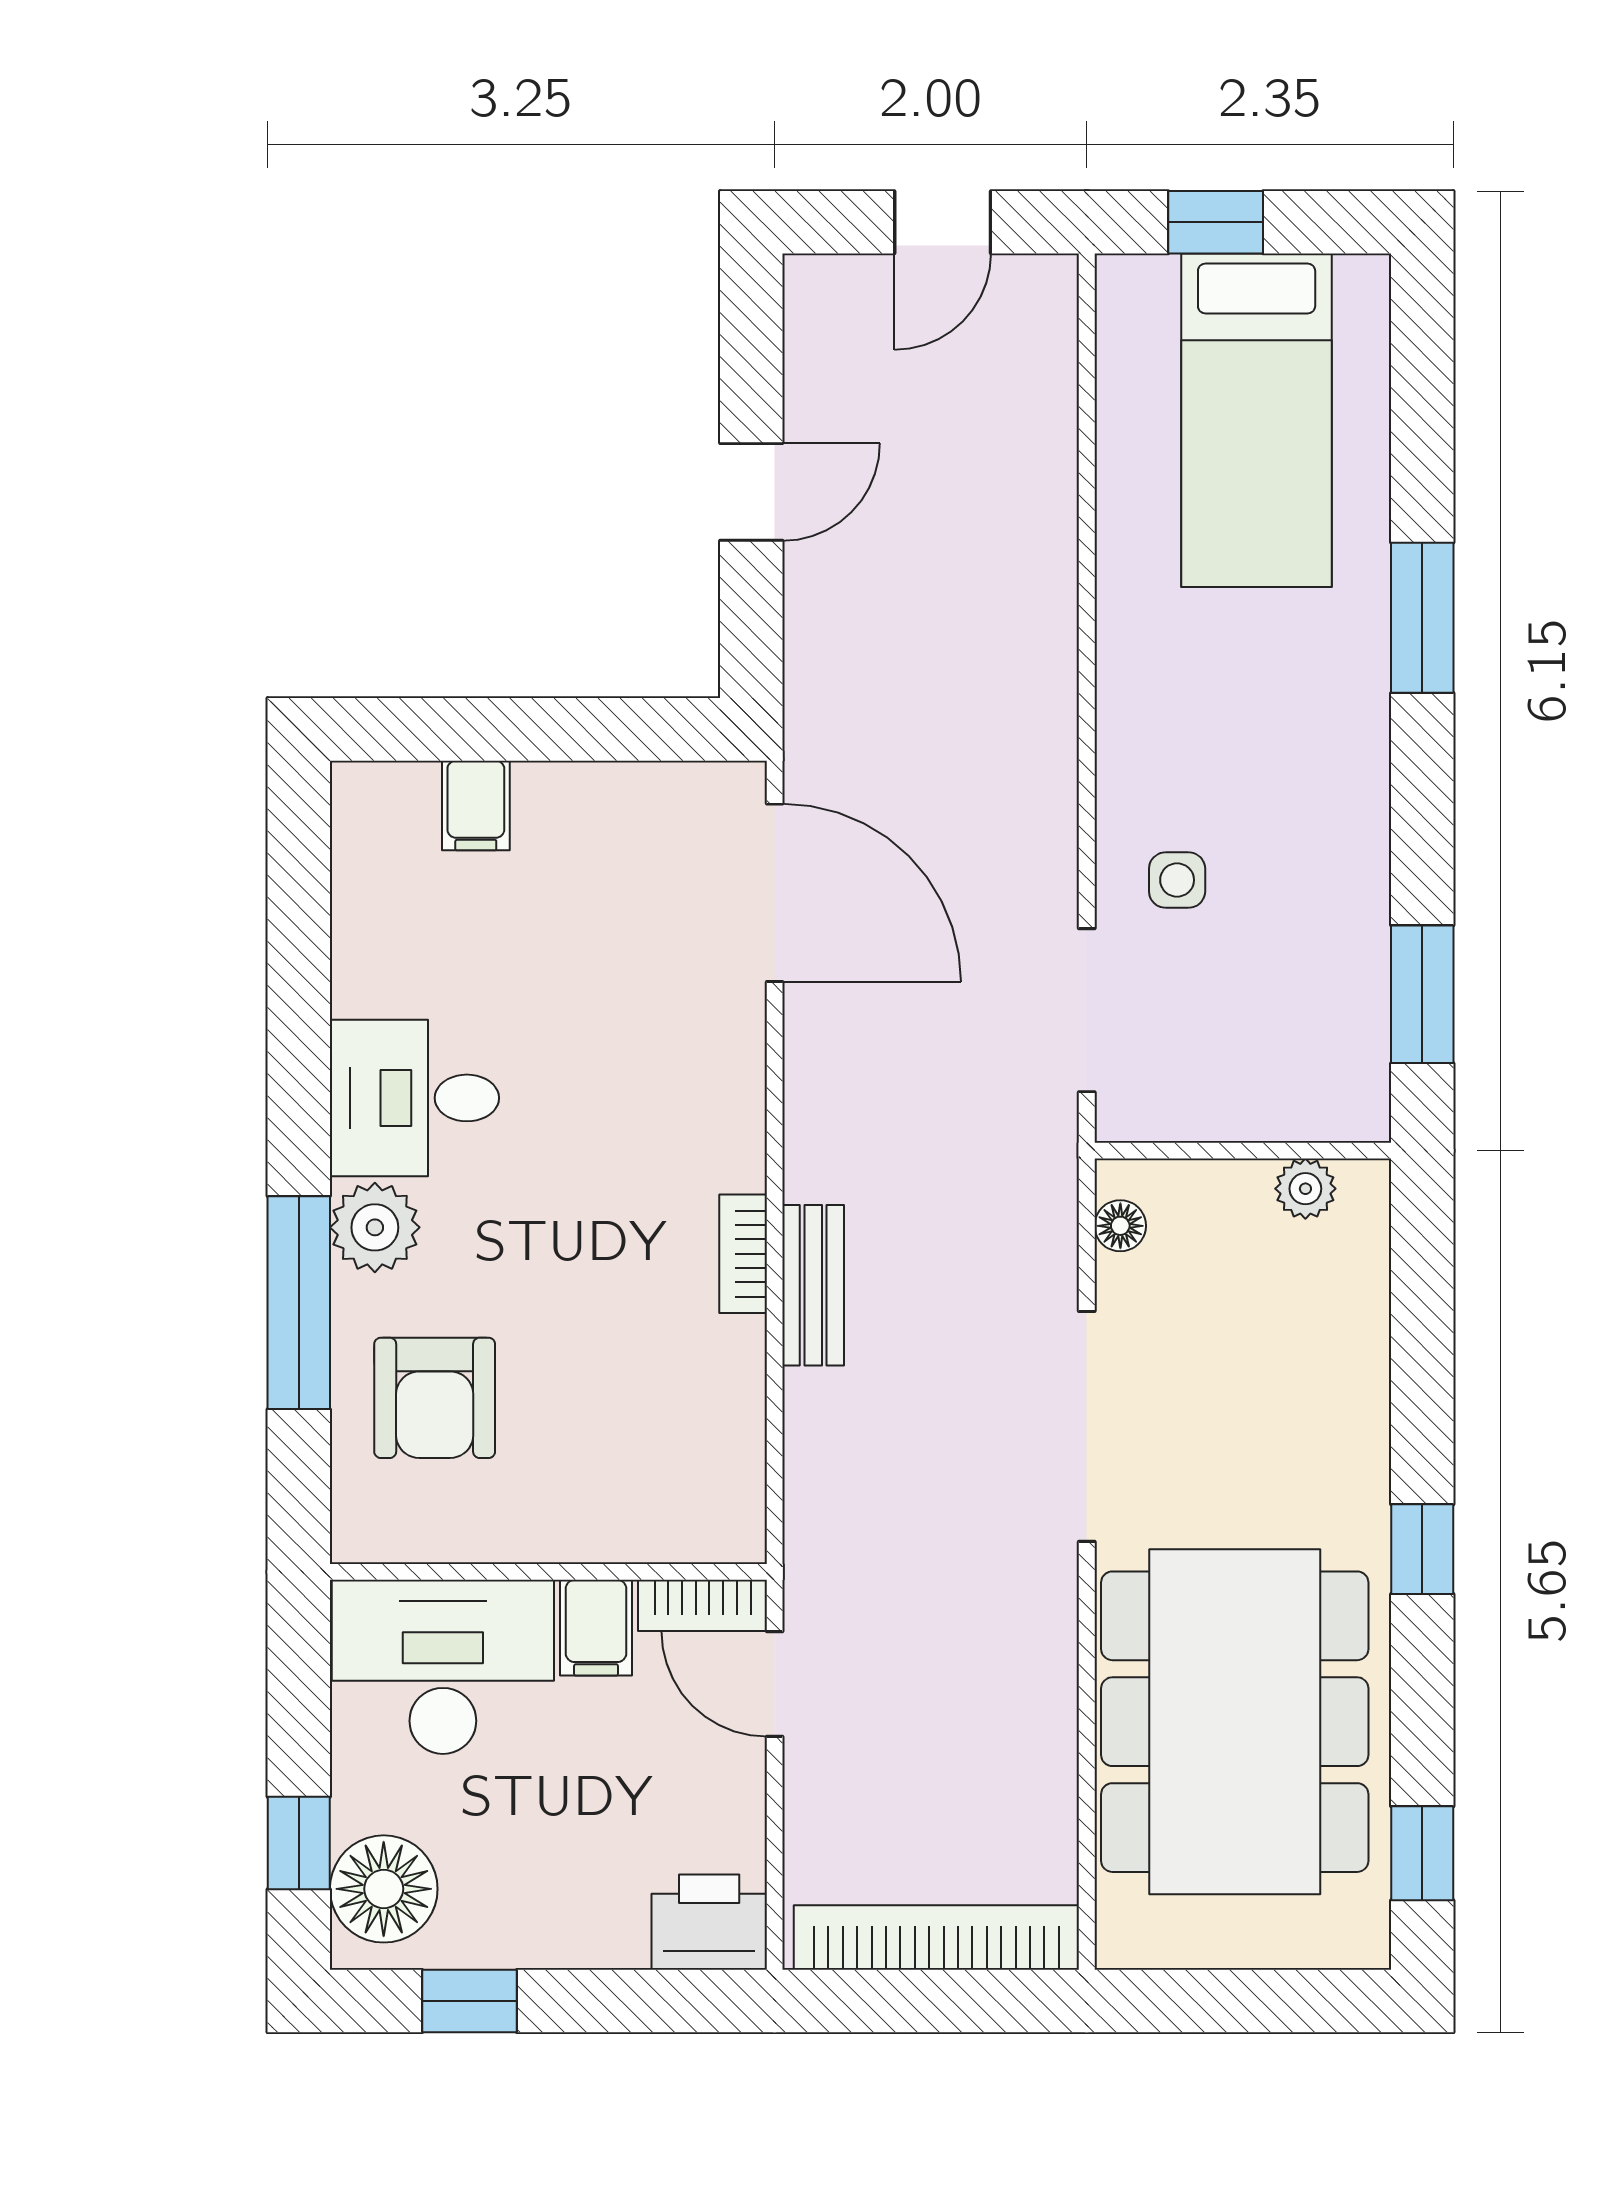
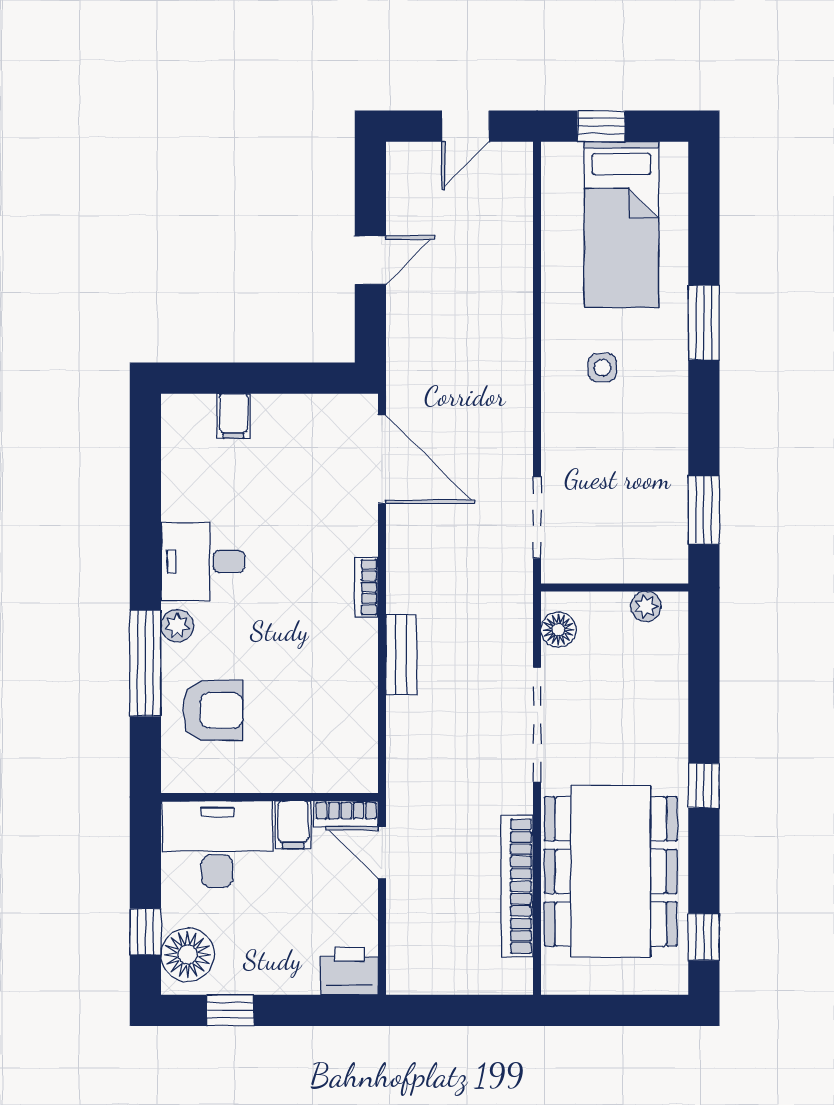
side table: (1177, 880) -> (602, 368), moved
floor lamp: (1120, 1226) -> (559, 630), width x1.37, depth x1.37
plant: (375, 1227) -> (177, 626), width x0.73, depth x0.73
bookcase: (743, 1254) -> (366, 587), moved
armchair: (435, 1398) -> (213, 710), turned -90
bookcase: (936, 1937) -> (517, 886), moved, turned -90

